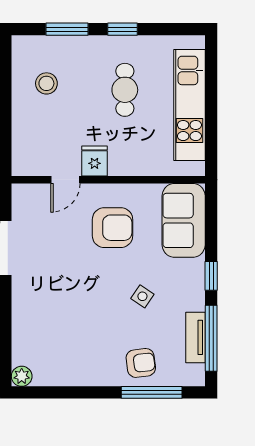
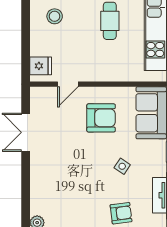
fridge: (95, 161) -> (41, 66), moved, turned 90

